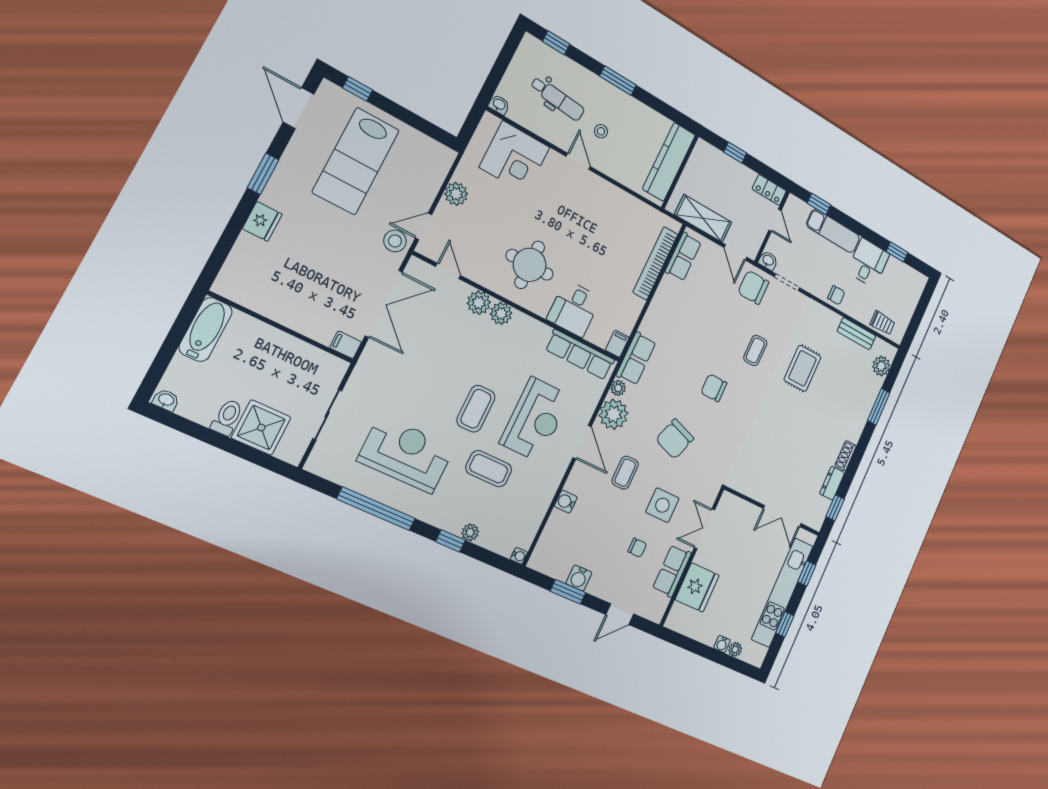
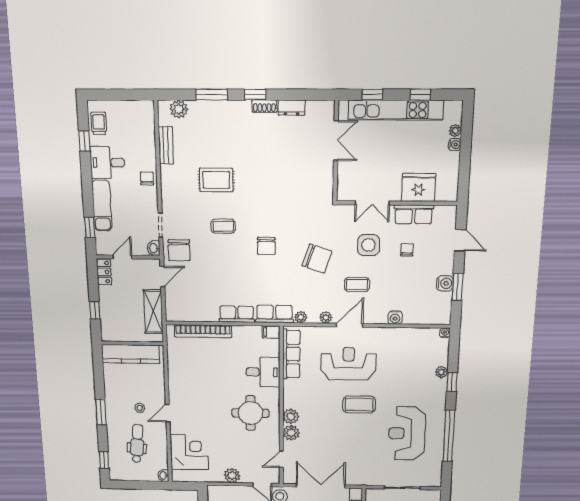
row of seats: (683, 257) -> (237, 314), moved
trolley: (882, 323) -> (99, 123), moved
plant: (614, 414) -> (326, 317), width x0.53, depth x0.53
coffee table: (489, 469) -> (395, 379), removed
window: (835, 508) -> (255, 95), moved

